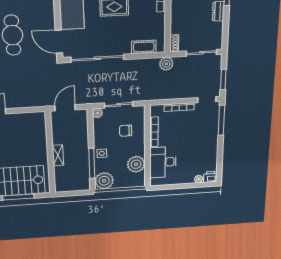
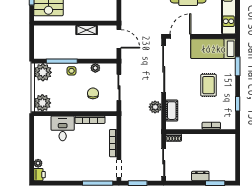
plant: (166, 64) -> (155, 107), moved
plant: (97, 113) -> (95, 68), moved
shelving: (58, 155) -> (87, 30), moved
desk: (163, 162) -> (63, 128), width x0.73
plant: (136, 164) -> (42, 103), moved

